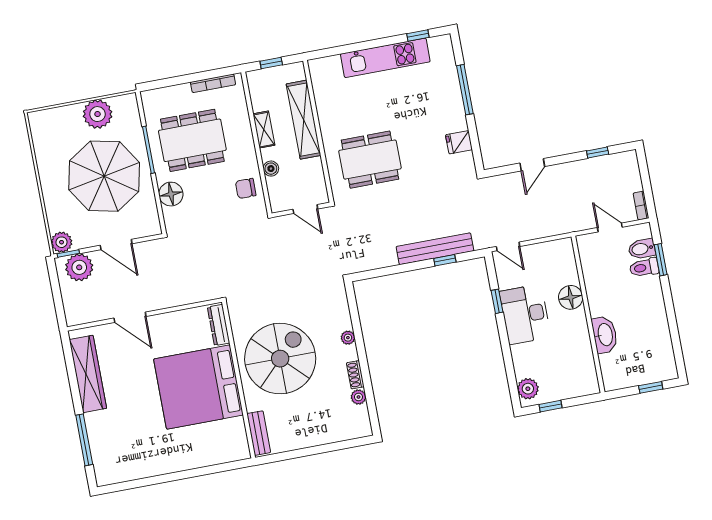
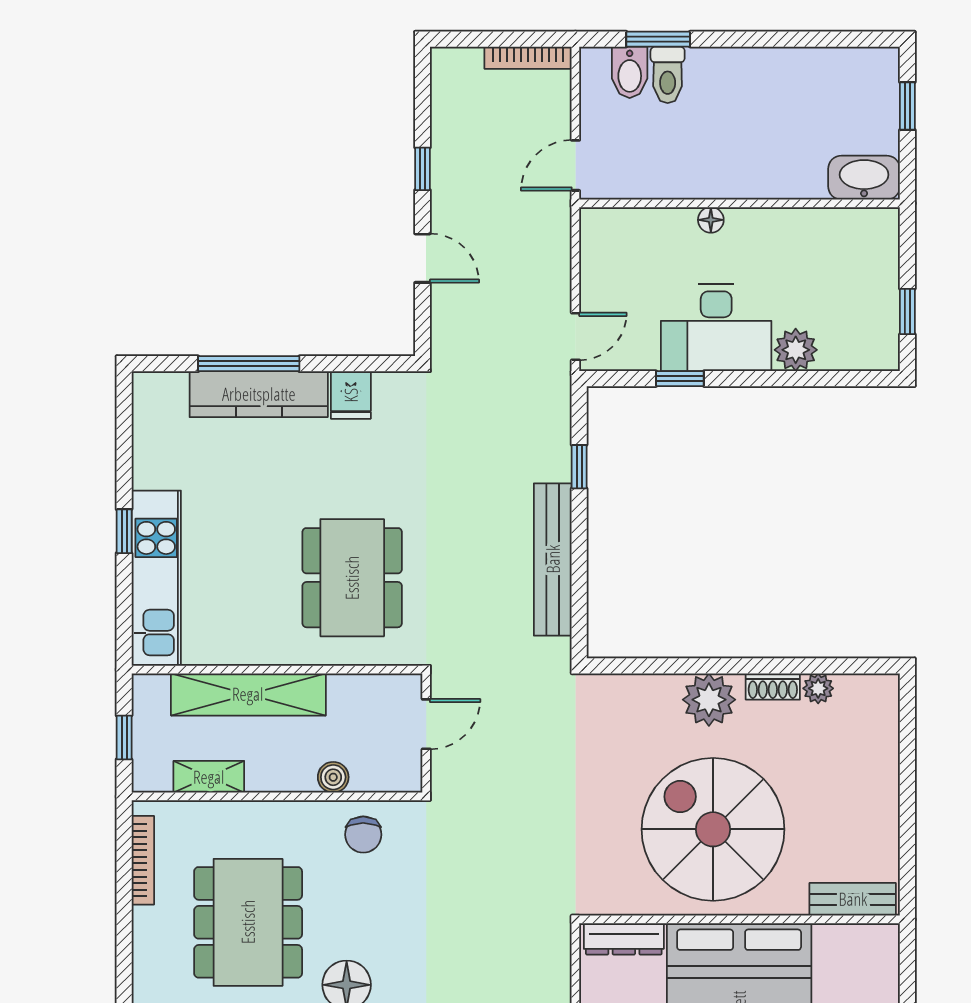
window: (418, 35) -> (124, 531), moved
kitchen unit: (385, 58) -> (156, 578), moved
kitchen counter: (451, 97) -> (259, 394), added
shelving: (264, 130) -> (209, 777), moved
window: (598, 153) -> (422, 169), moved
bookcase: (641, 206) -> (528, 58), width x1.56
door: (610, 227) -> (575, 165), moved
bench: (435, 249) -> (553, 559), moved
floor lamp: (571, 297) -> (711, 220), width x0.53, depth x0.53
washbasin: (605, 335) -> (864, 178), moved
plant: (348, 338) -> (709, 700), width x1.88, depth x1.88
plant: (528, 389) -> (796, 350), moved

